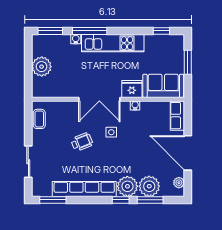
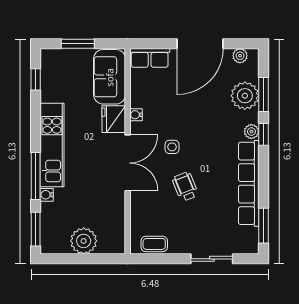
plant: (127, 186) -> (251, 132), width x0.53, depth x0.53

